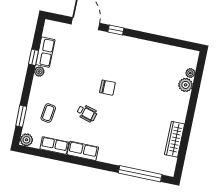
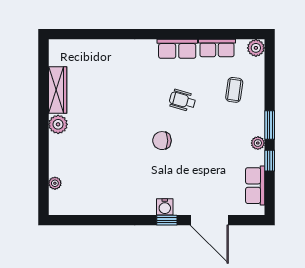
water cooler: (115, 40) -> (165, 207), added
row of seats: (45, 52) -> (255, 186), moved
plant: (186, 85) -> (58, 124), moved
window: (21, 116) -> (270, 125), moved
window: (140, 174) -> (94, 34), removed

